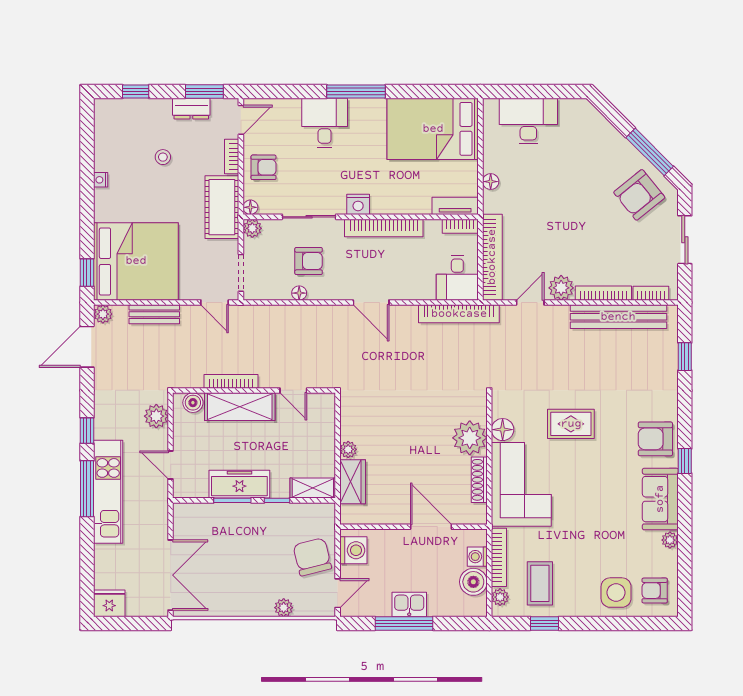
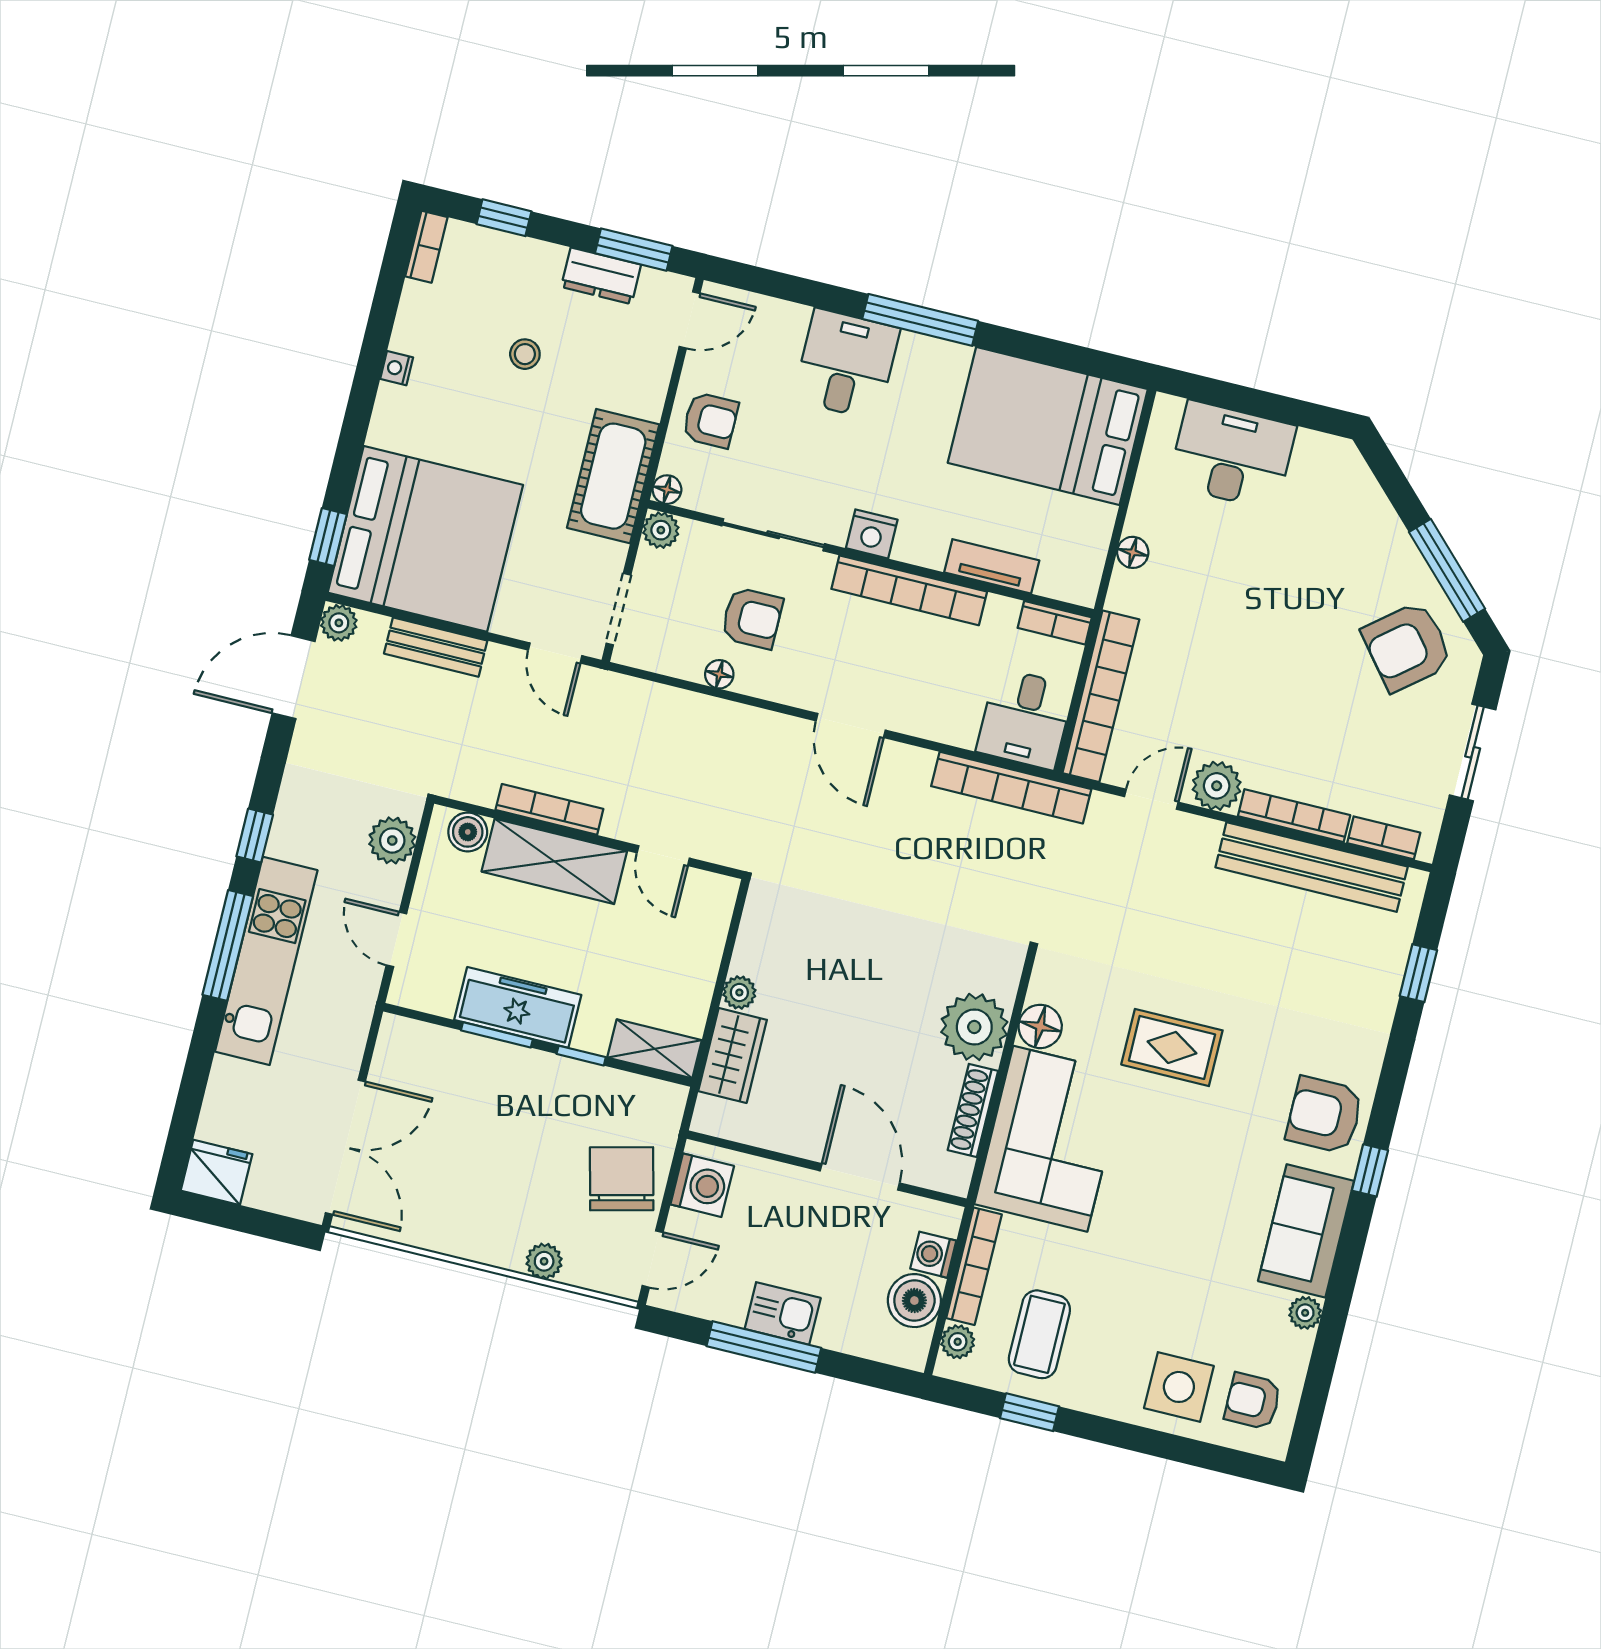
bookcase: (232, 156) -> (426, 247), moved, turned 180
tv unit: (455, 206) -> (992, 566), moved

